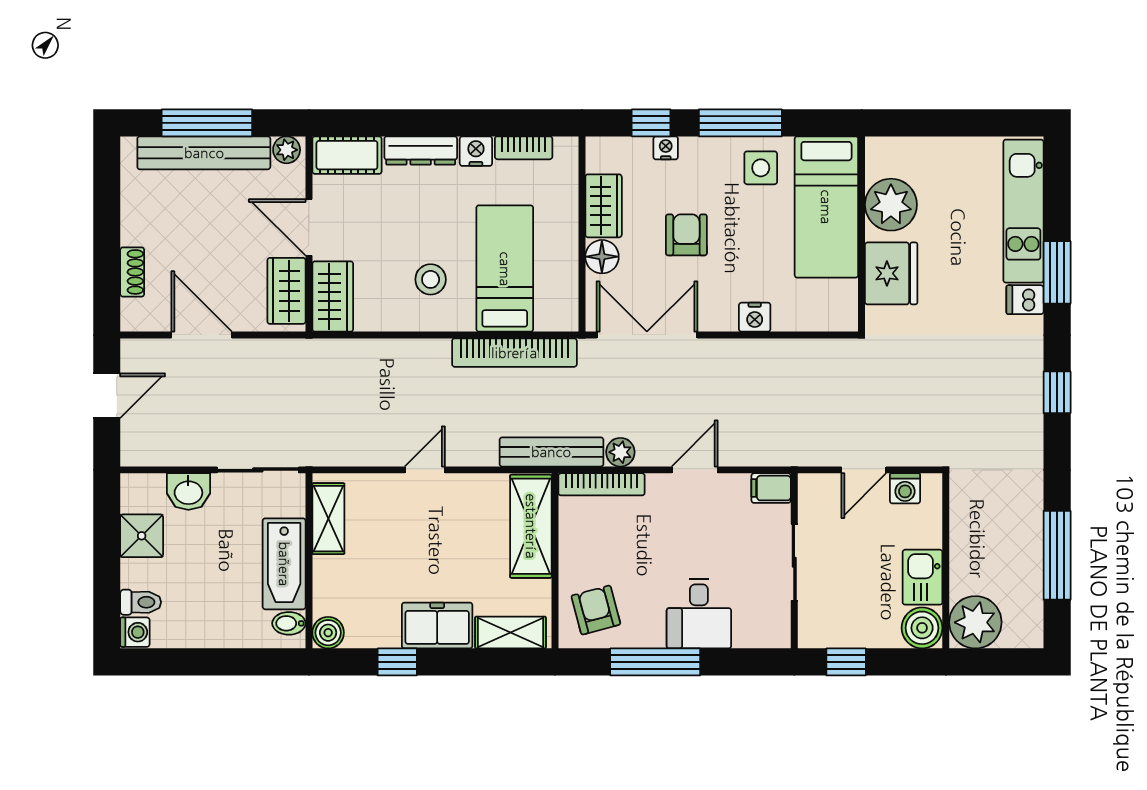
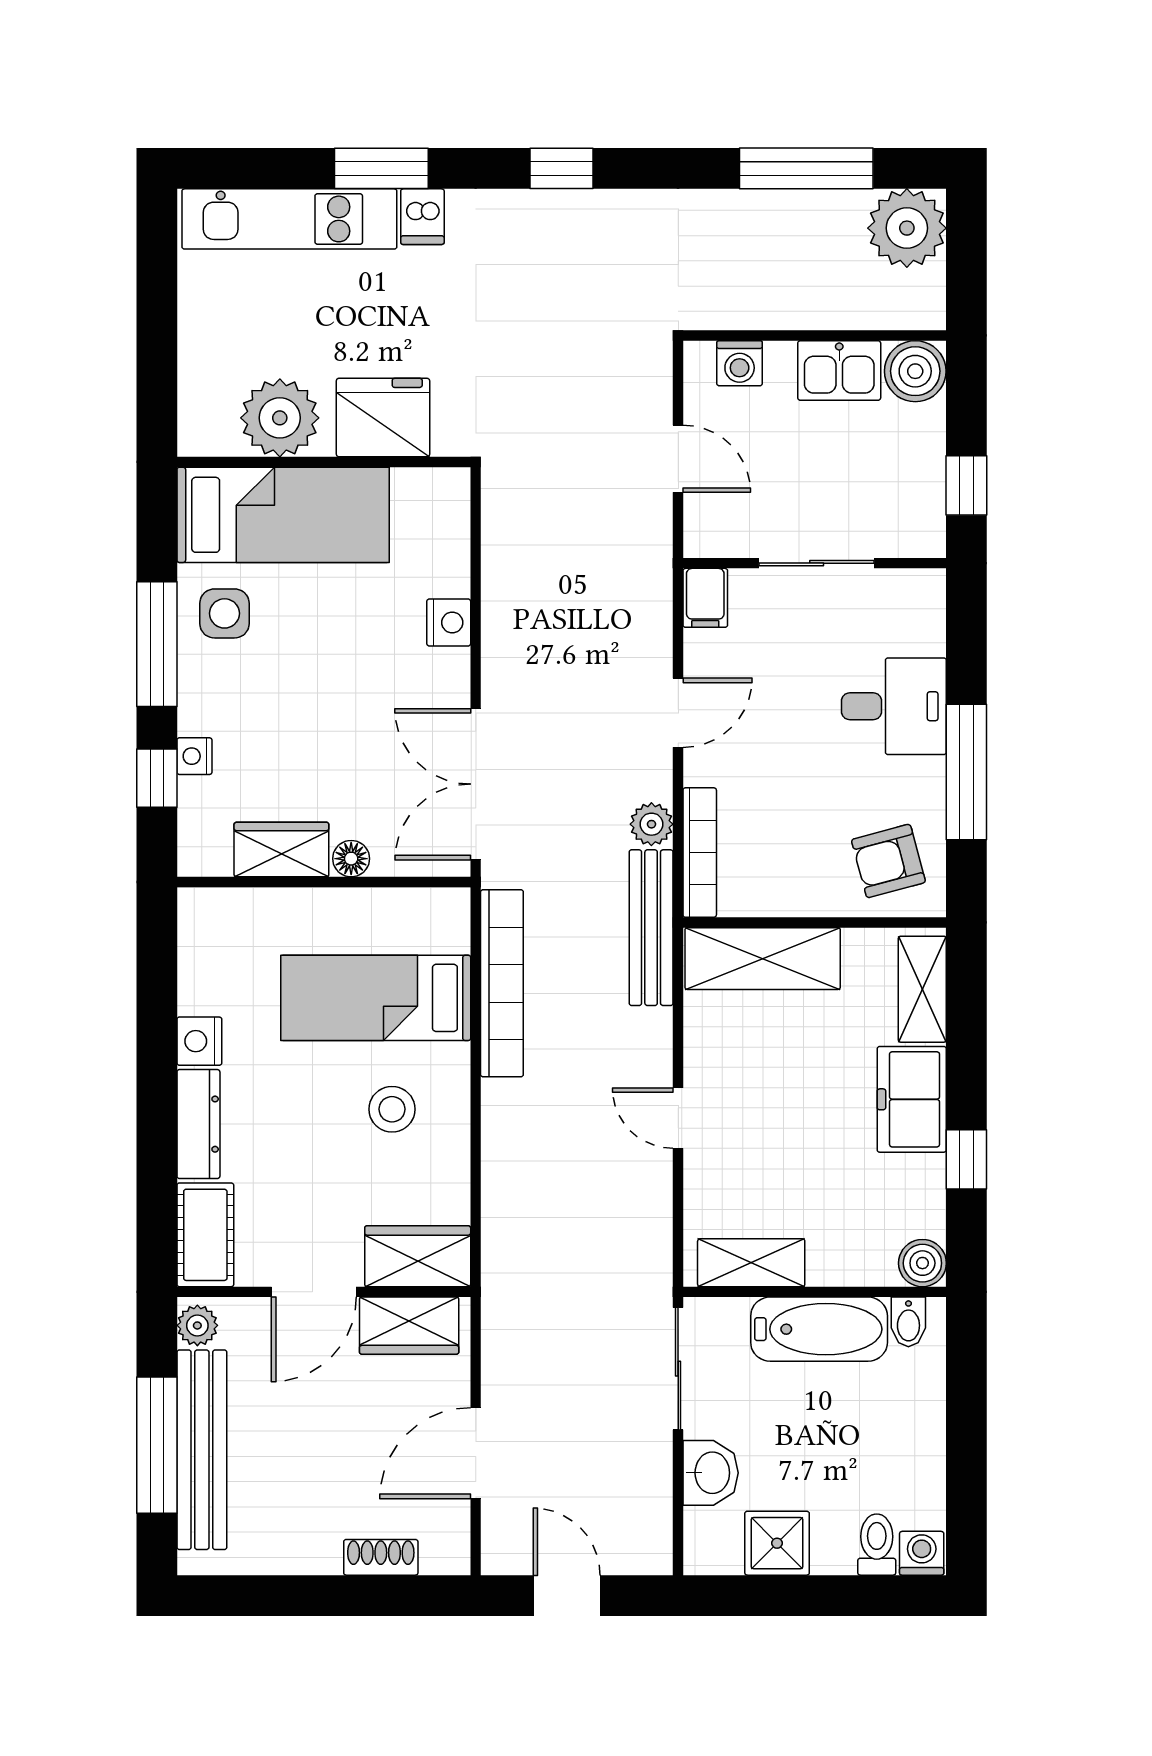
bookcase: (524, 148) -> (194, 970), removed
armchair: (686, 235) -> (325, 725), removed
floor lamp: (602, 257) -> (351, 859), width x0.73, depth x0.73
door: (695, 470) -> (678, 713), swing flipped
washing machine: (905, 488) -> (740, 363), moved, turned 90
plant: (975, 622) -> (907, 228), moved

